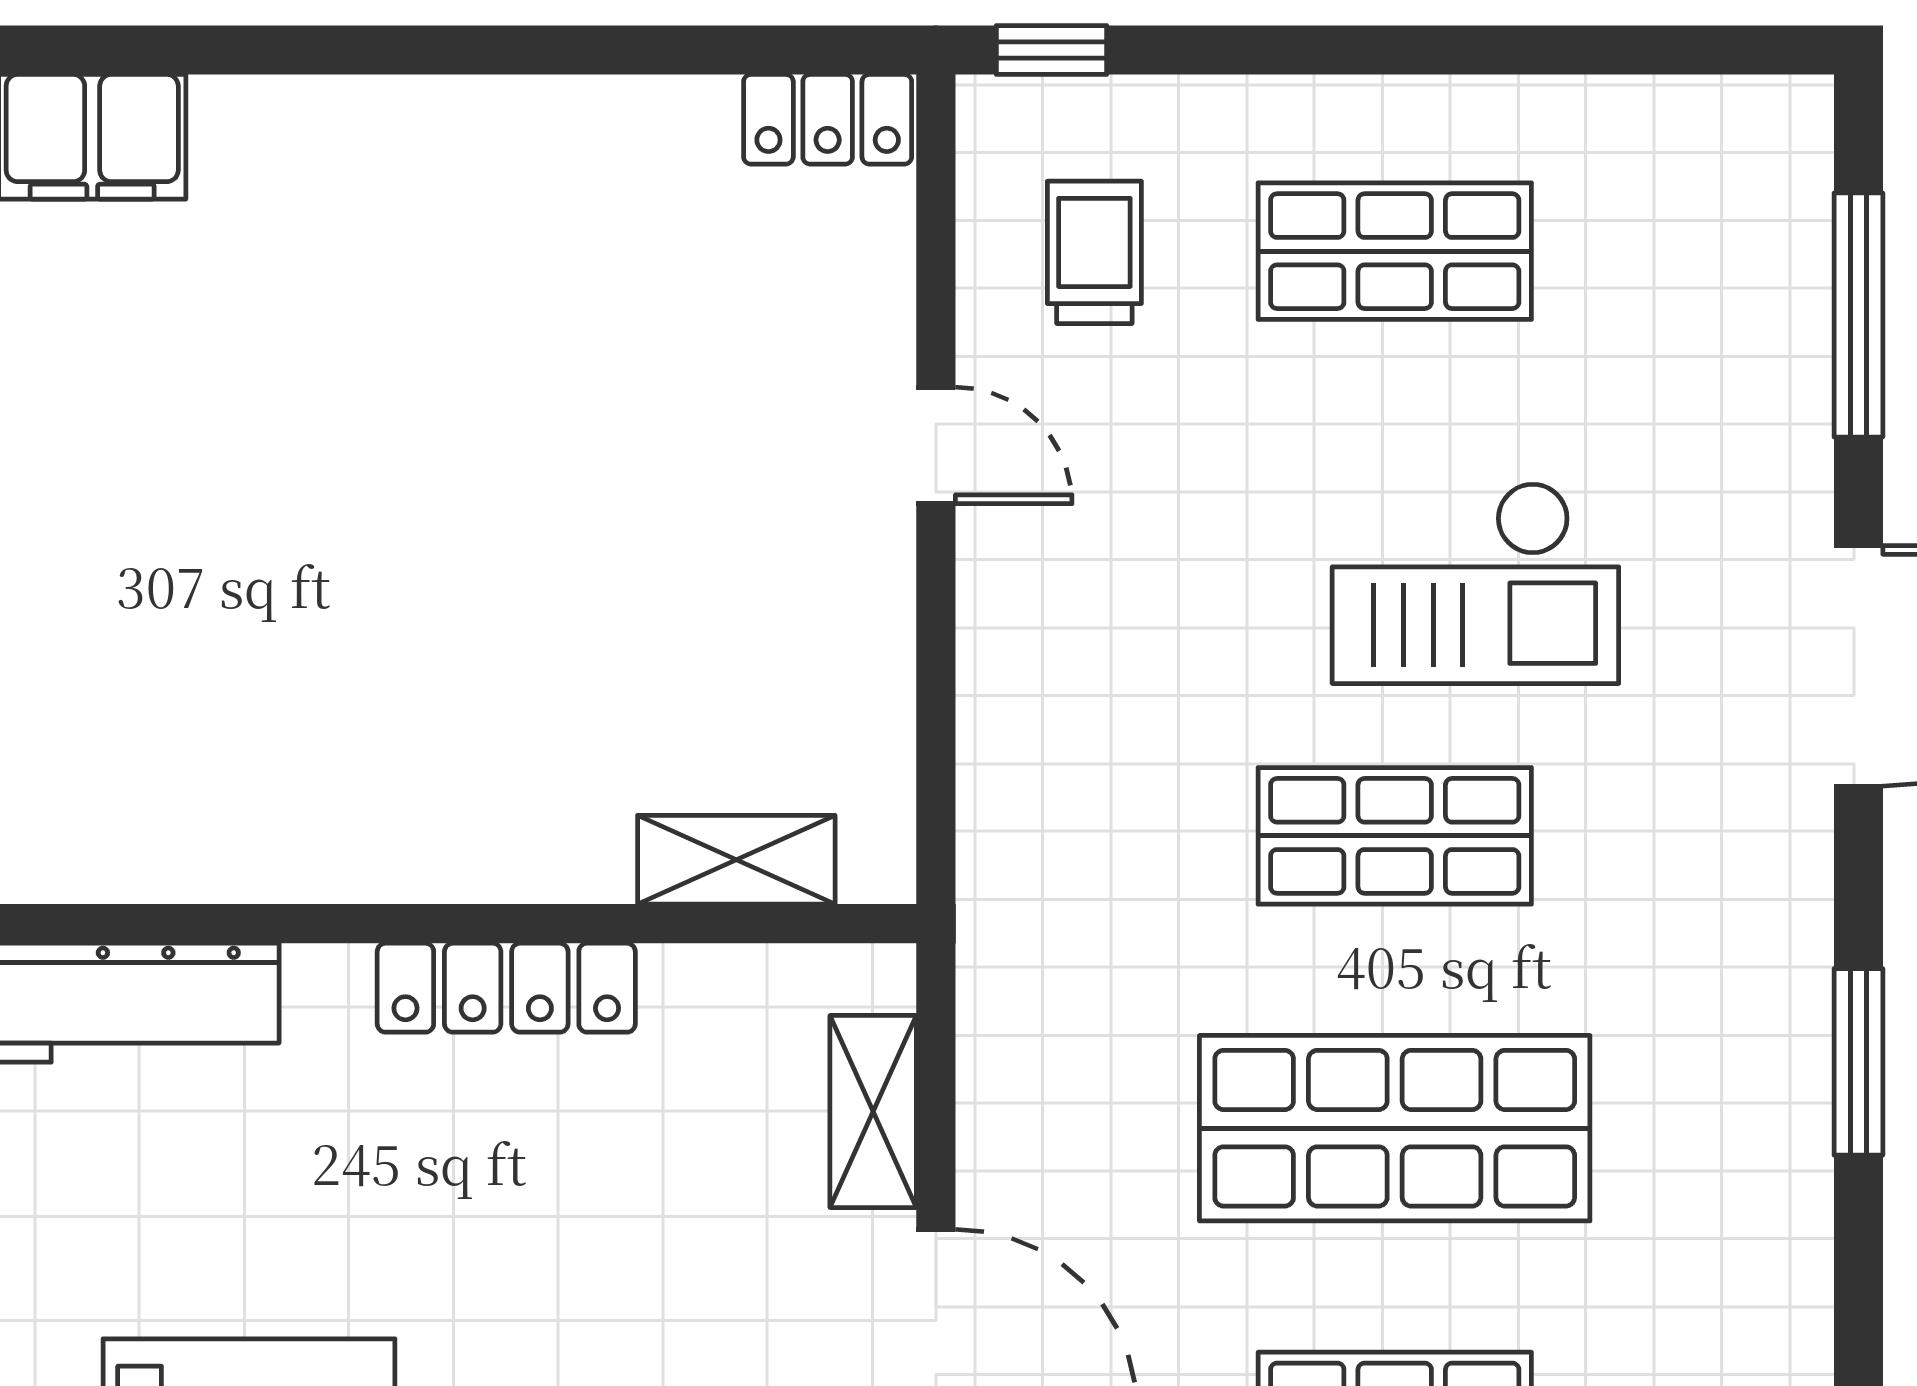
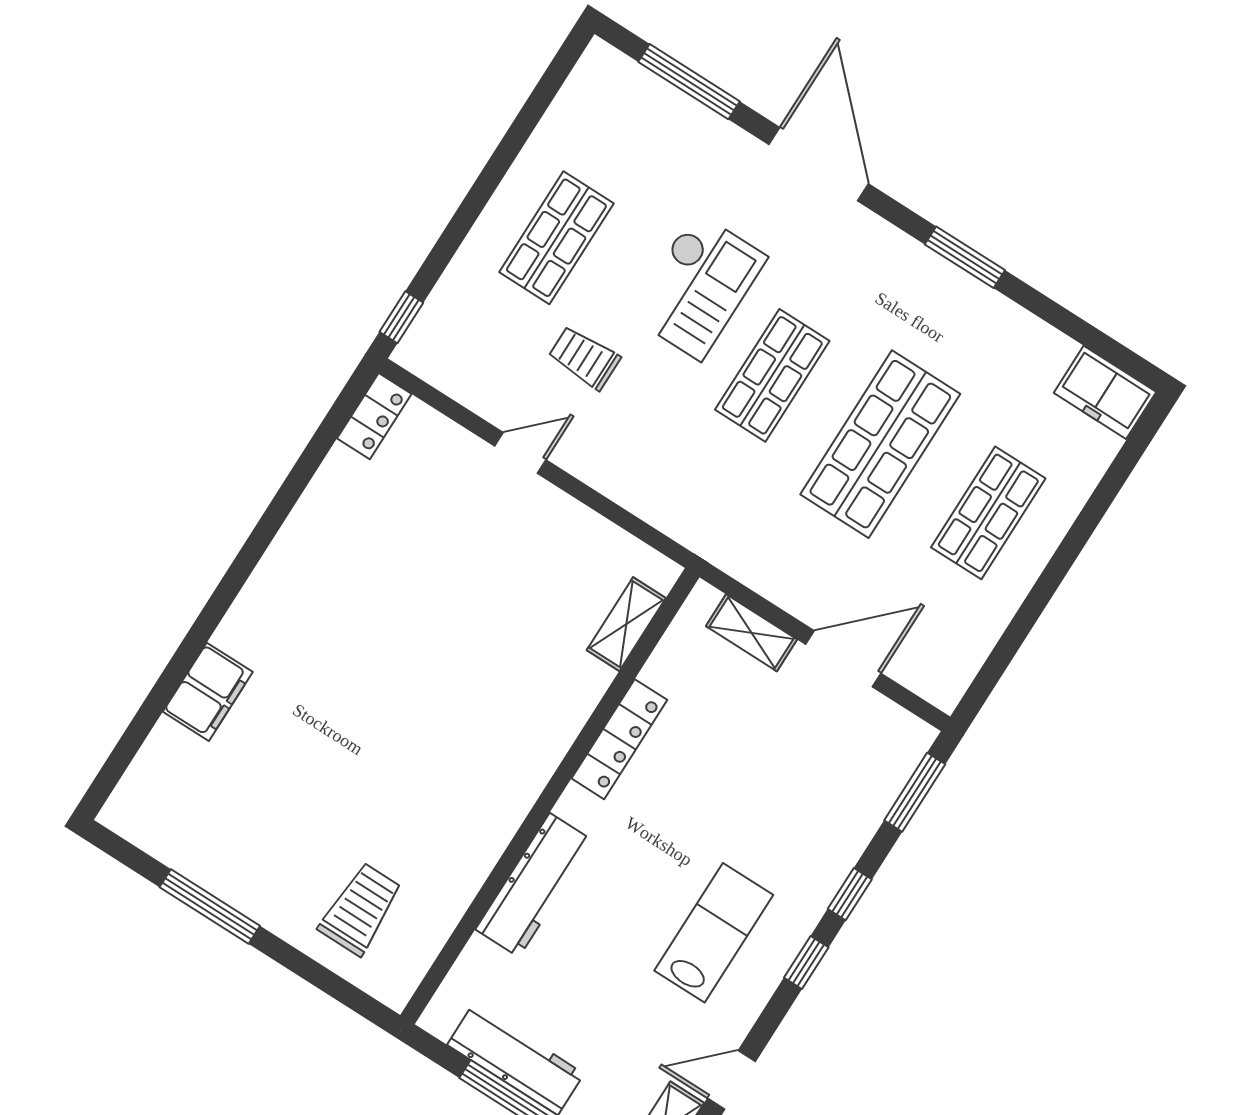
trolley: (1094, 252) -> (584, 358), moved

